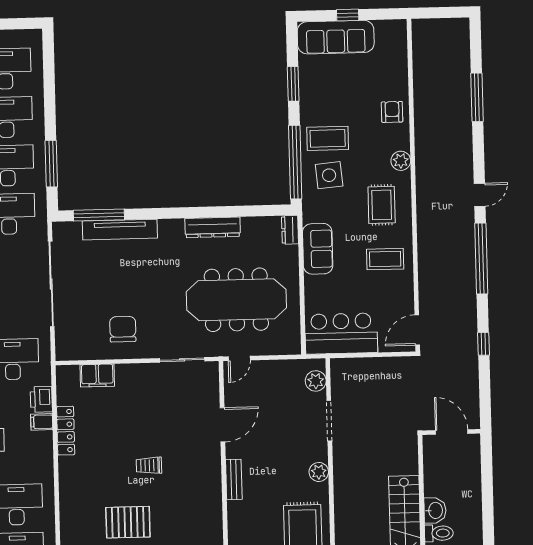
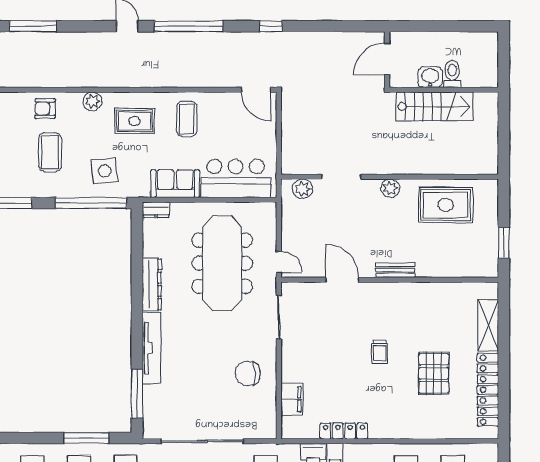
coffee table: (328, 138) -> (50, 152), moved
tv unit: (120, 230) -> (152, 348), moved
bar counter: (341, 334) -> (236, 178), moved, turned 90
wall: (451, 432) -> (387, 60), moved
door: (452, 432) -> (387, 59), moved

